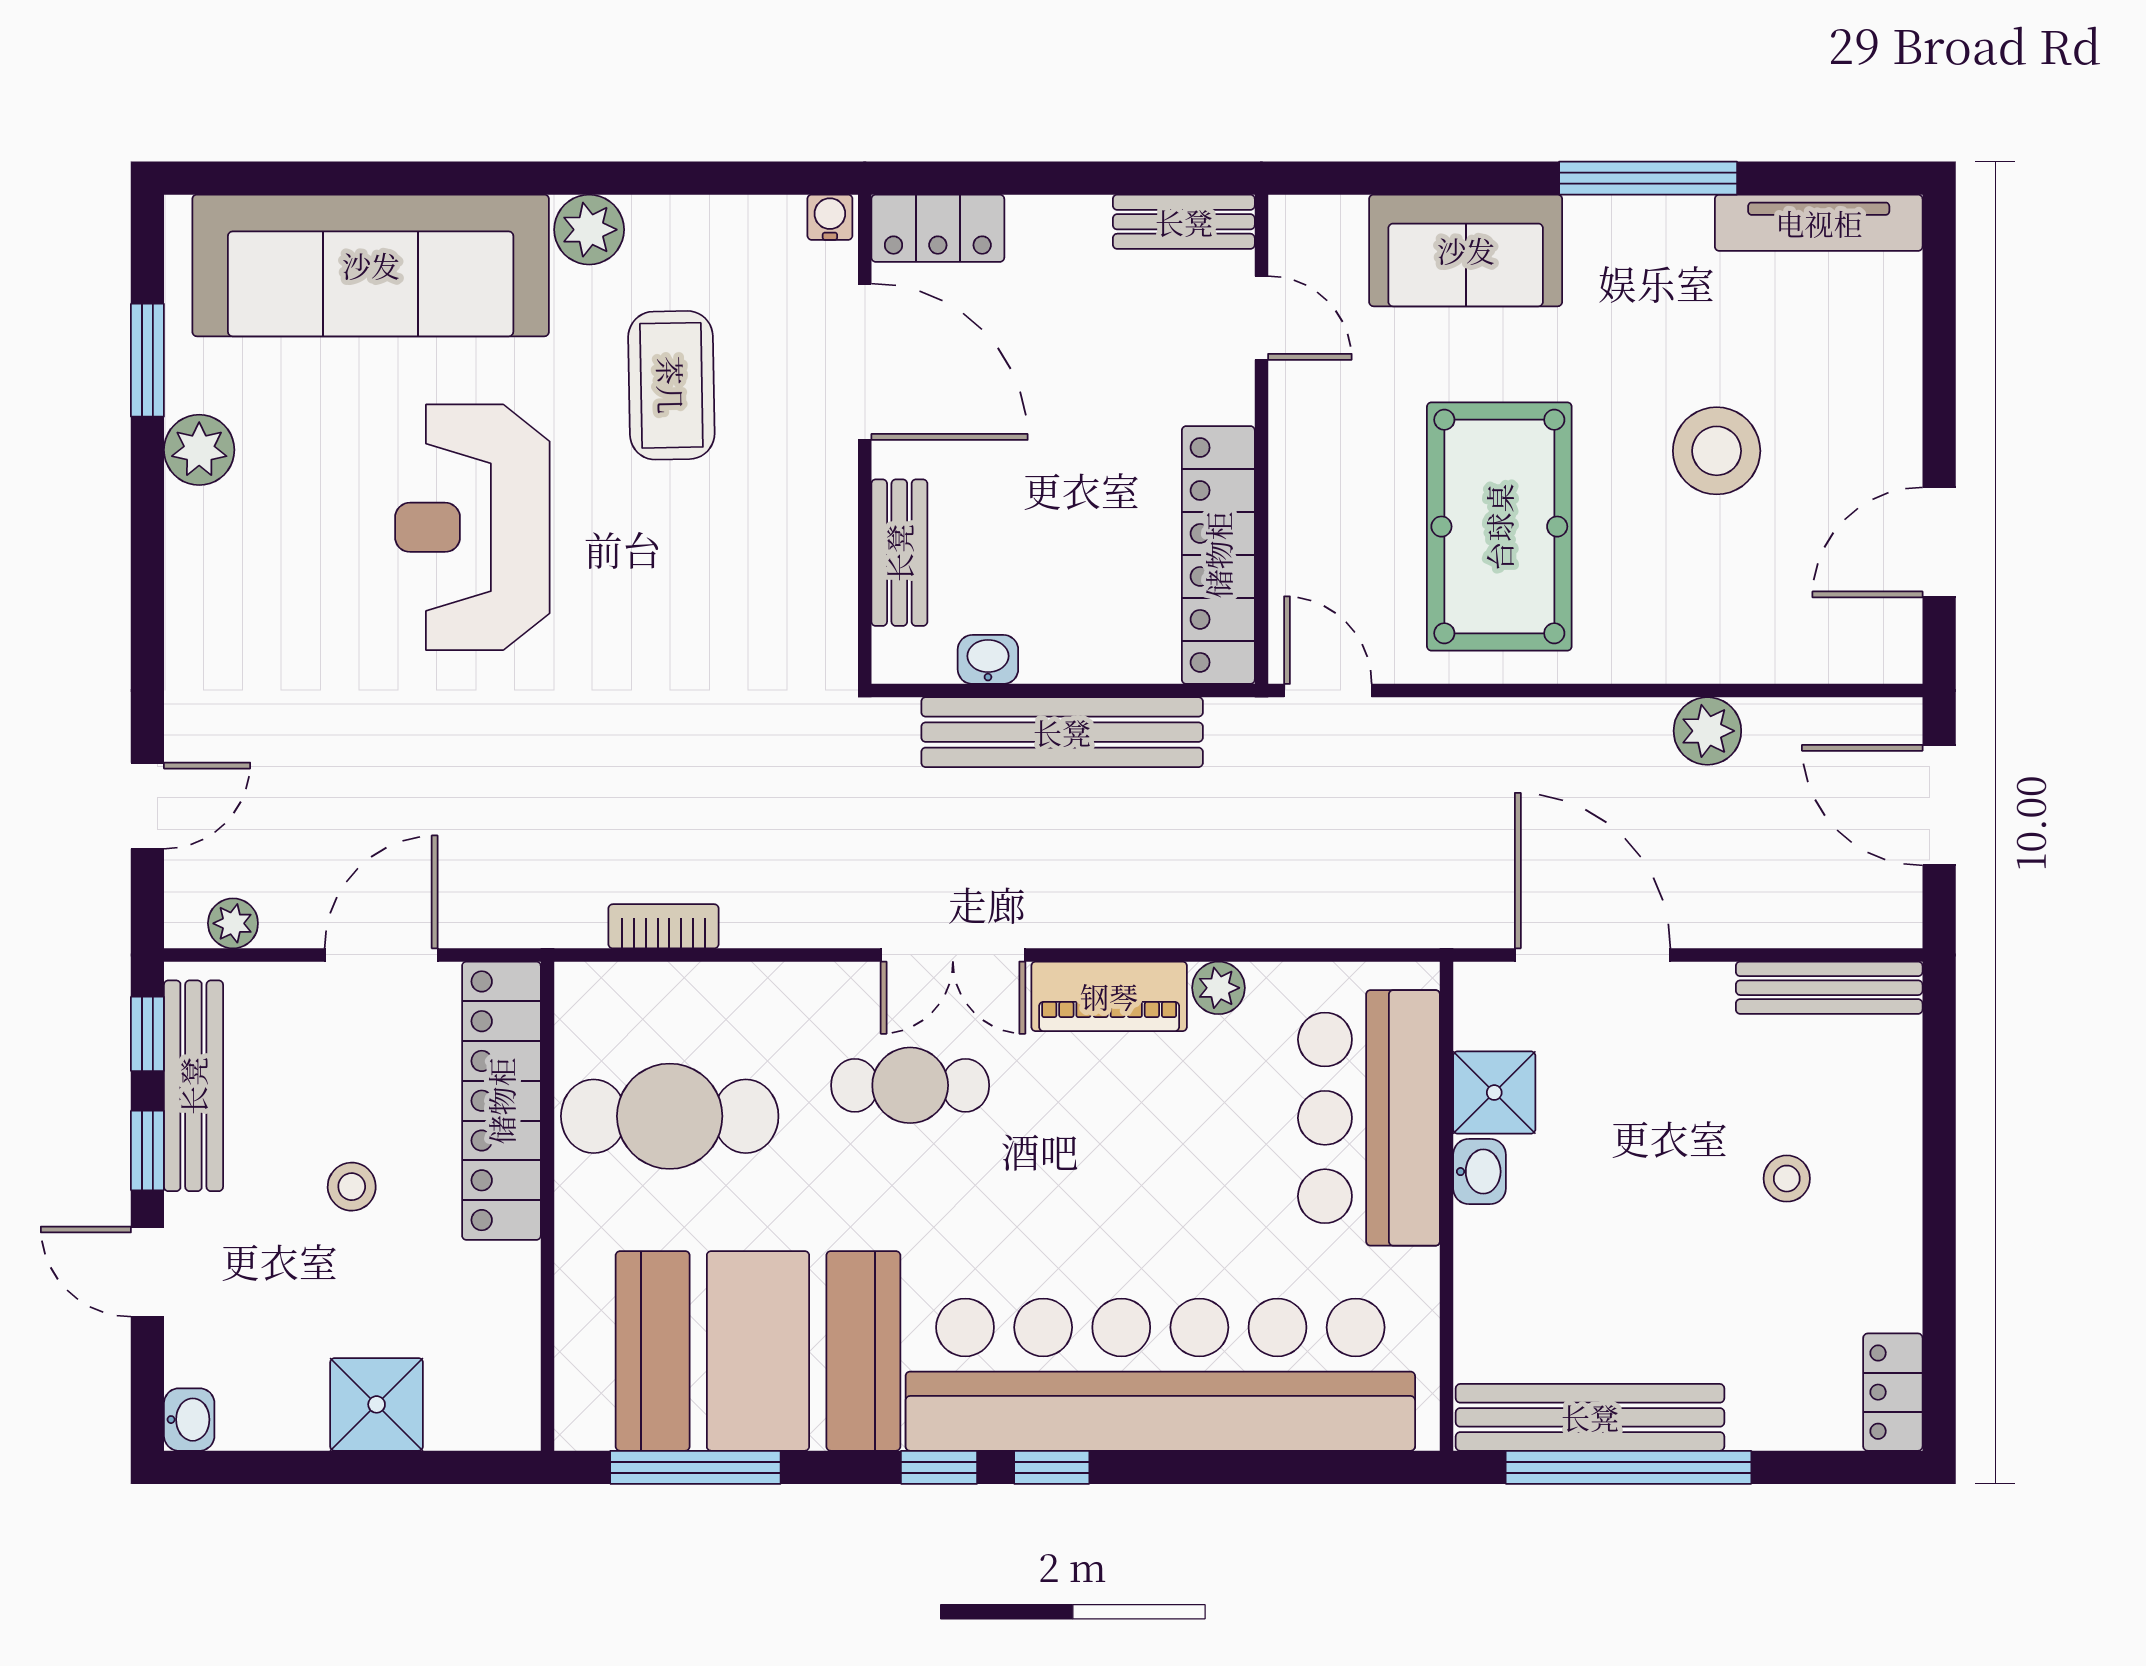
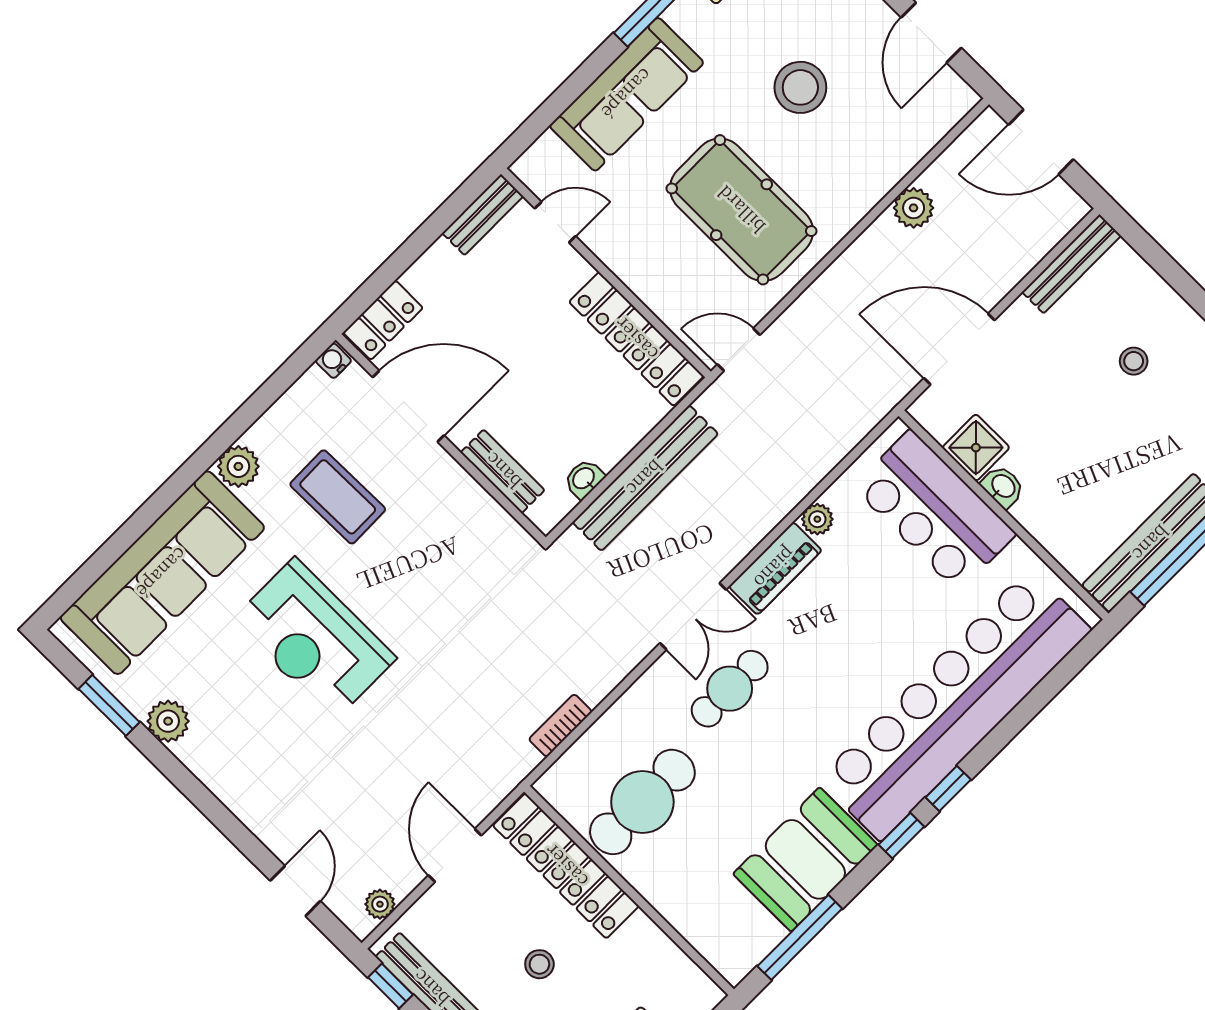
sofa: (1466, 250) -> (627, 94), width x1.36
booth: (758, 1351) -> (805, 859), width x0.73, depth x0.70

